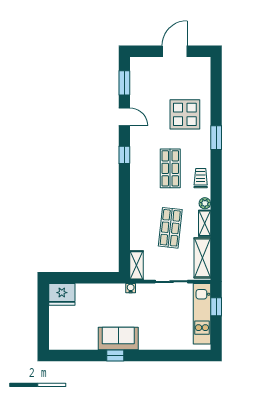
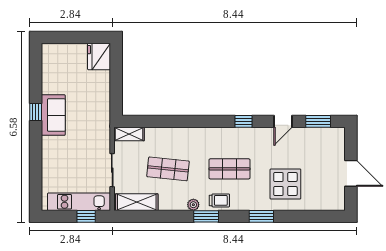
window: (216, 191) -> (206, 216), added
shelving: (205, 223) -> (173, 204), removed
water cooler: (131, 288) -> (105, 128), removed

